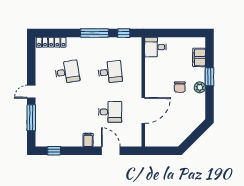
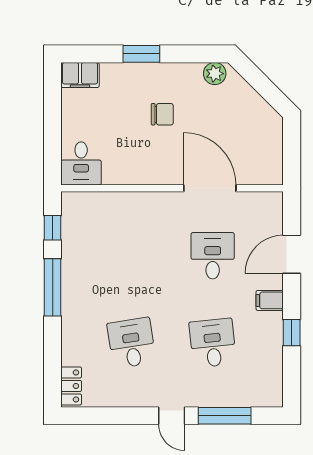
locker: (51, 42) -> (71, 386), width x0.66
filing cabinet: (199, 57) -> (80, 75), moved
desk: (110, 72) -> (213, 343), moved
plant: (200, 87) -> (215, 74), moved
window: (54, 151) -> (292, 333), moved

